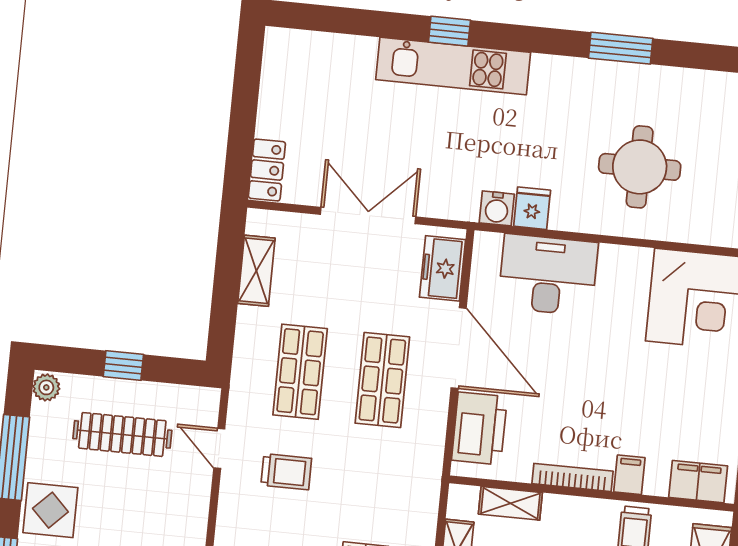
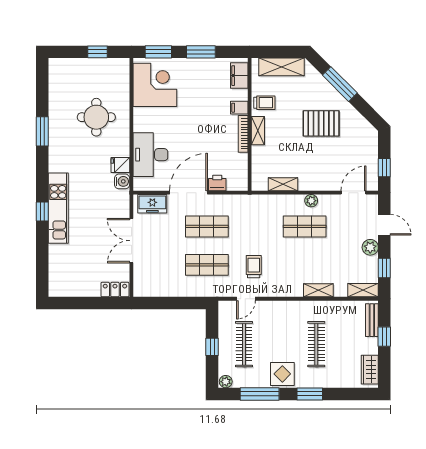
shelving: (256, 271) -> (162, 290), removed
printer: (479, 428) -> (217, 183), width x0.53, depth x0.68
shelving: (510, 503) -> (258, 131), moved

